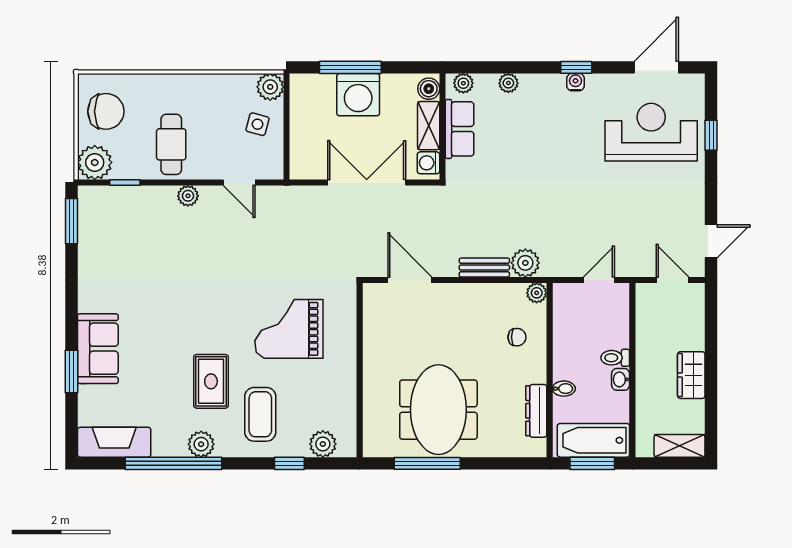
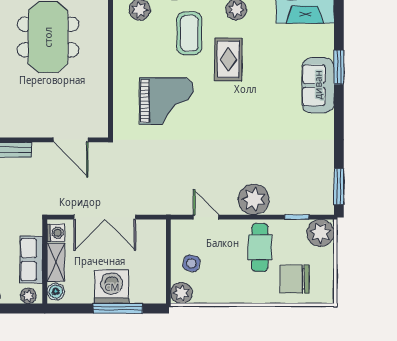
chair: (106, 111) -> (295, 279), moved
plant: (188, 196) -> (254, 199), width x1.87, depth x1.87

